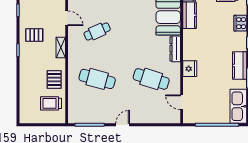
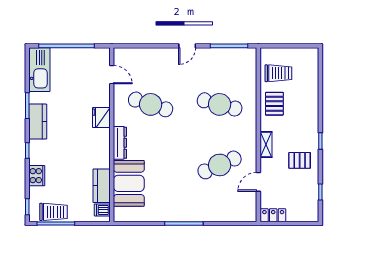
door: (67, 18) -> (258, 182), hinge flipped
cafe table: (97, 31) -> (220, 165), width x1.37, depth x1.35

